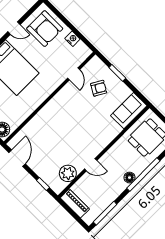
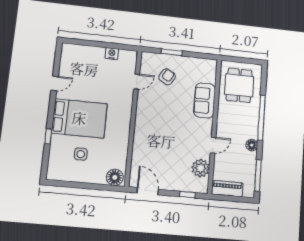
armchair: (45, 29) -> (81, 63), removed
door: (74, 74) -> (137, 82), hinge flipped
sofa: (129, 111) -> (205, 100), moved
floor lamp: (130, 178) -> (252, 145), moved

